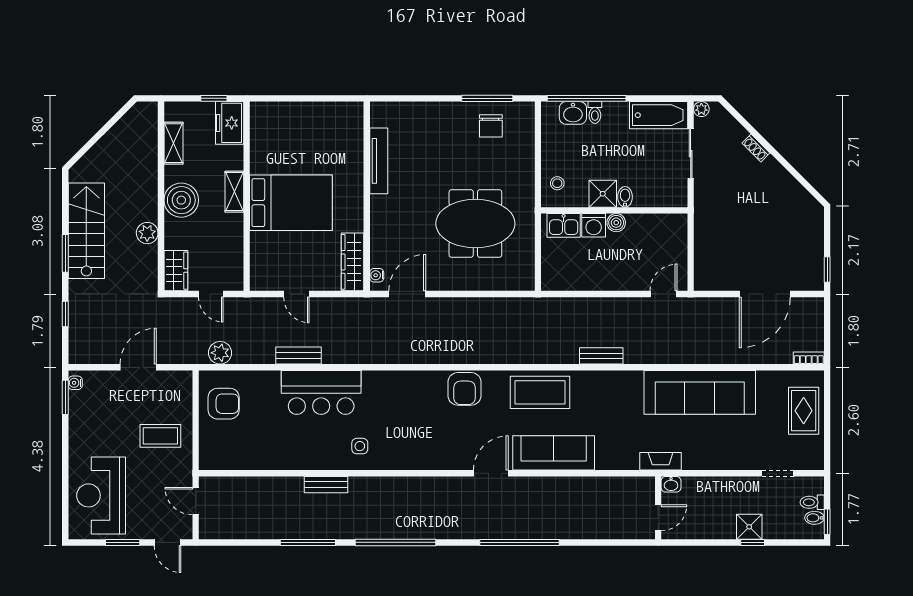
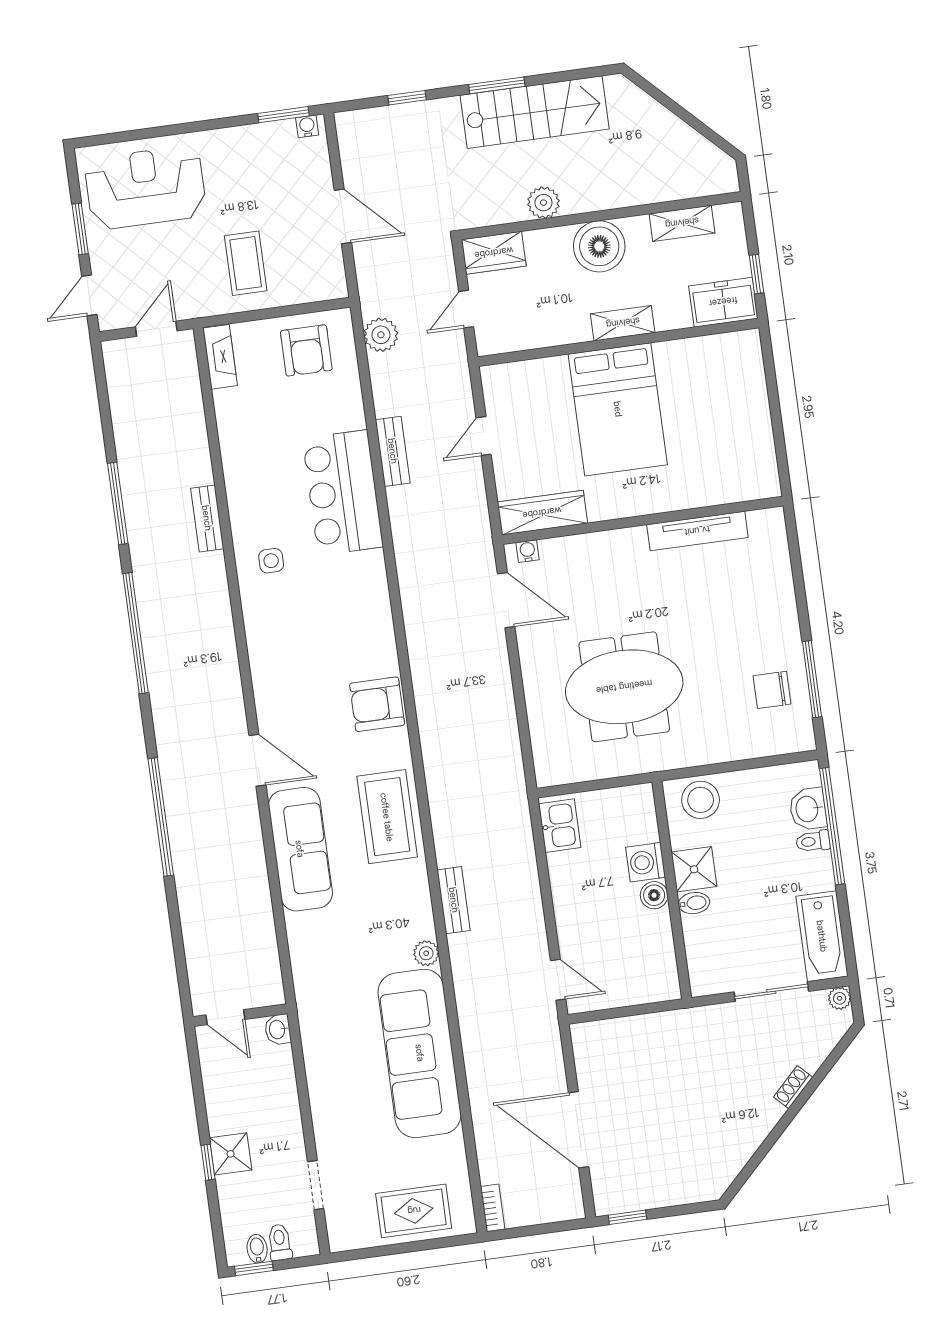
stool: (557, 183) -> (701, 800), width x1.89, depth x1.89
meeting table: (475, 224) -> (624, 687), turned 90
kitchen sink: (564, 225) -> (560, 826), moved, turned 180
plant: (634, 379) -> (426, 953), added
fireplace: (661, 461) -> (220, 357), moved

